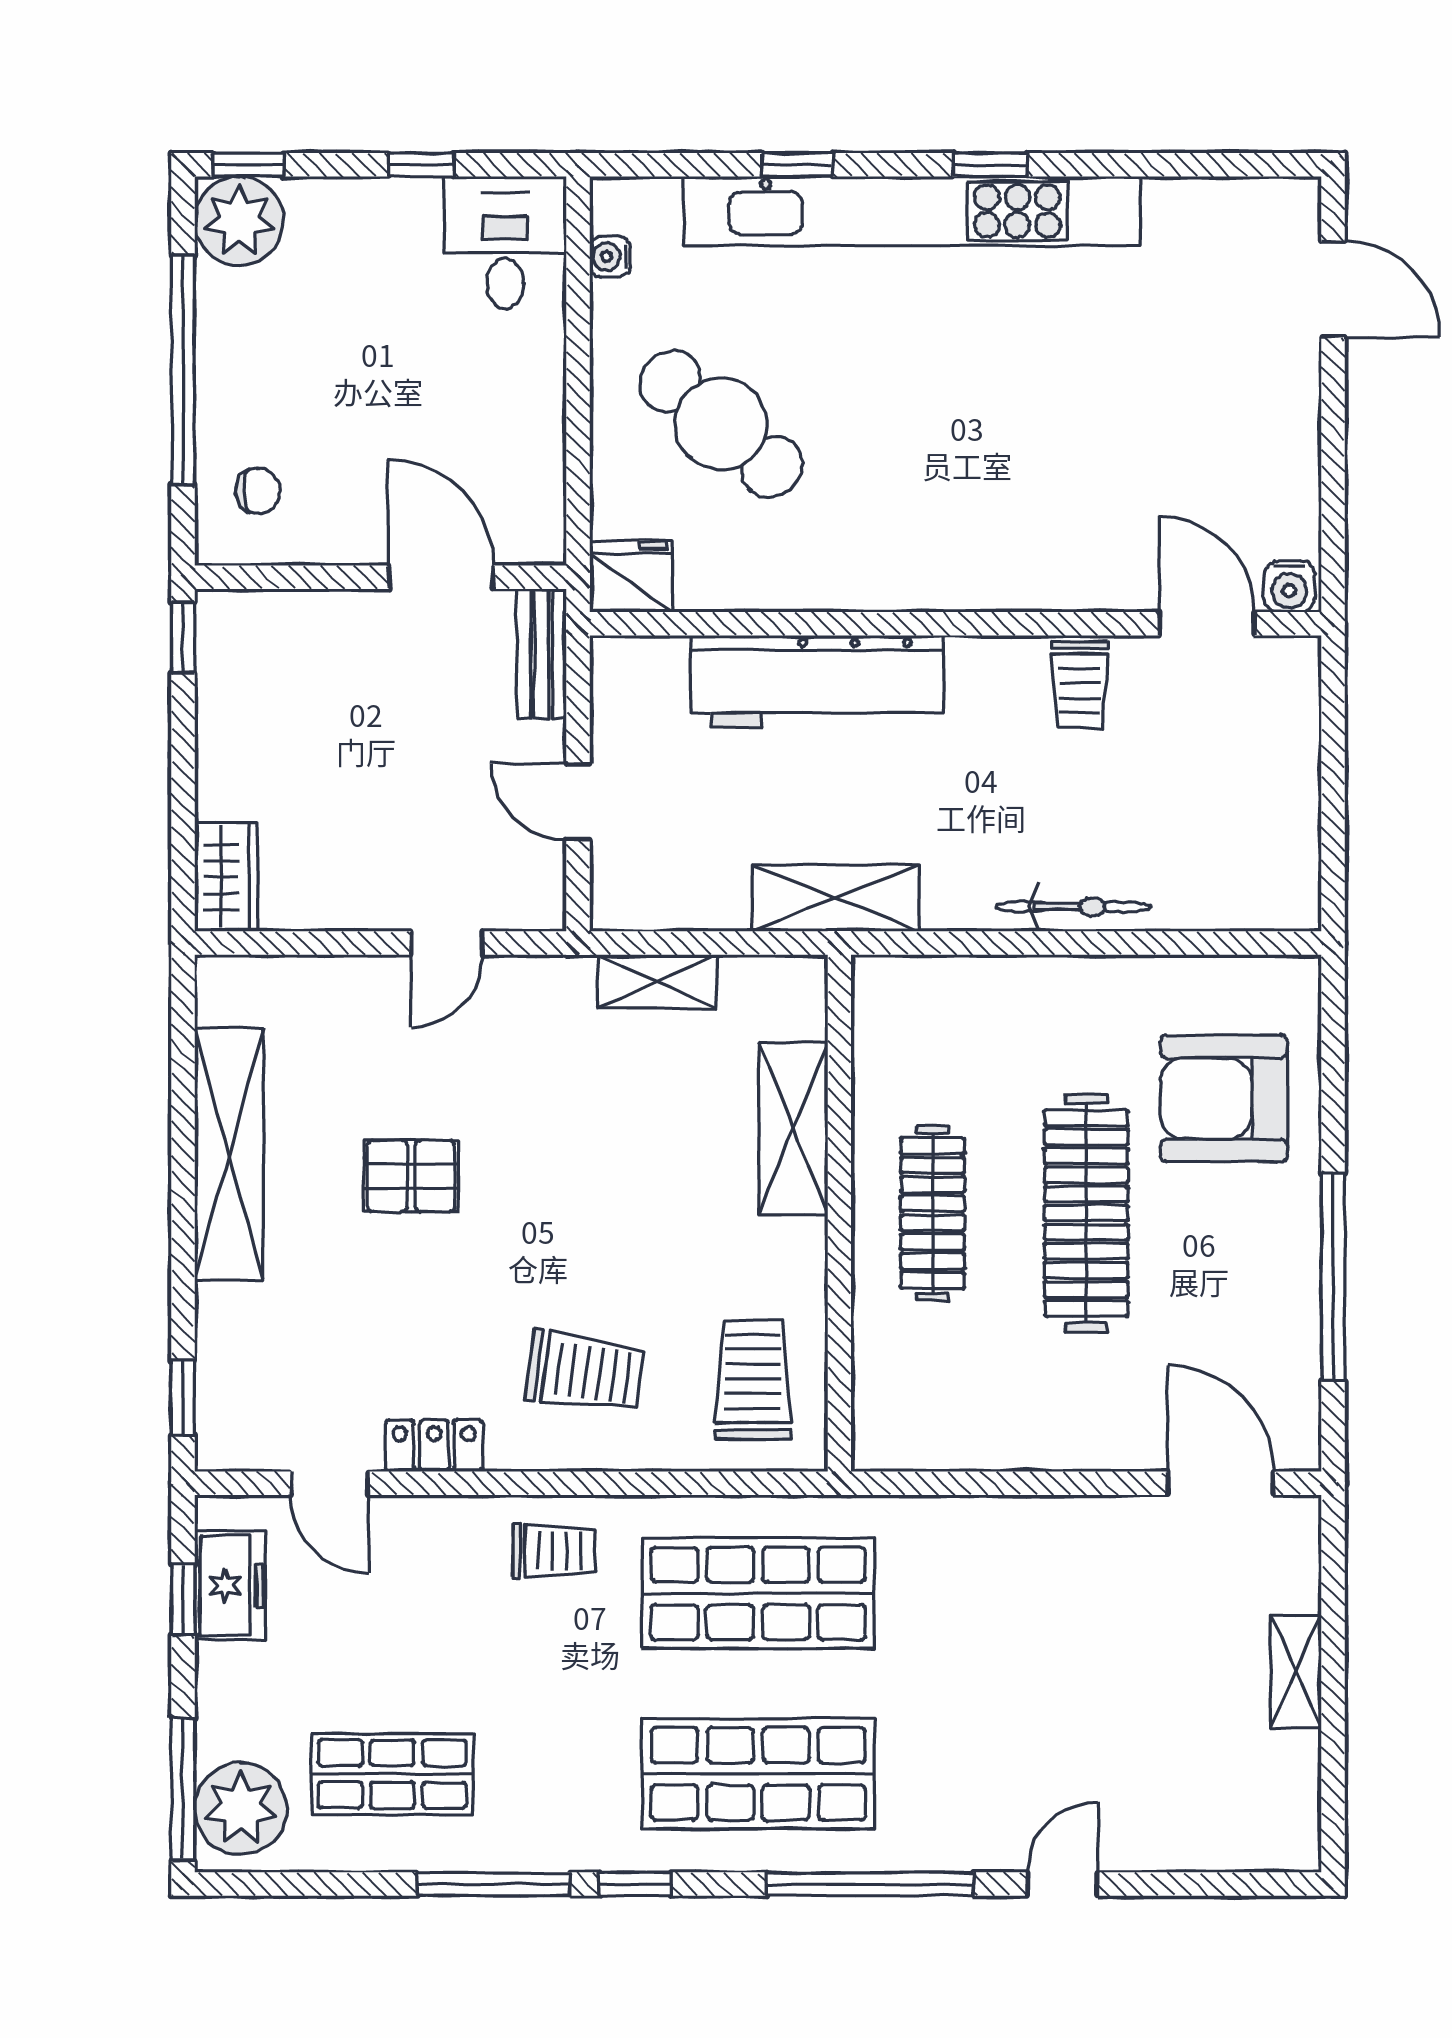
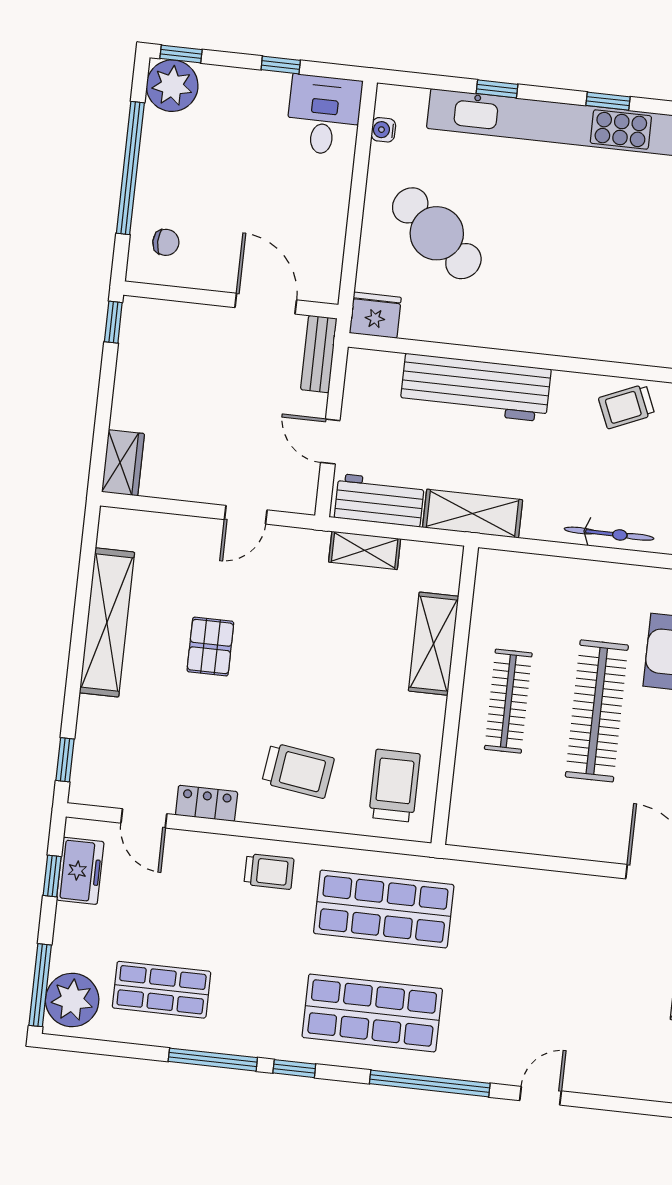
trolley: (1080, 685) -> (627, 406), turned 67
workbench: (673, 893) -> (379, 500), added
pallet: (411, 1176) -> (210, 647), turned 90

